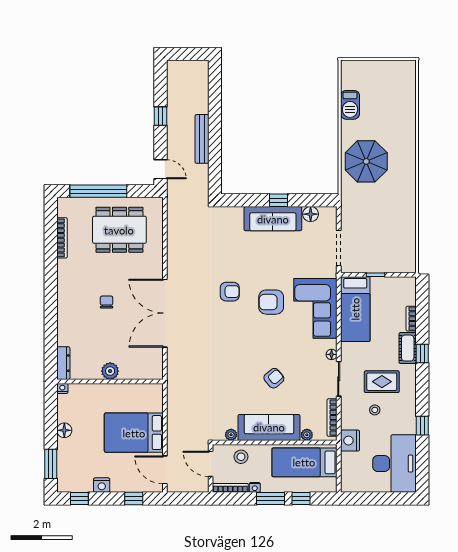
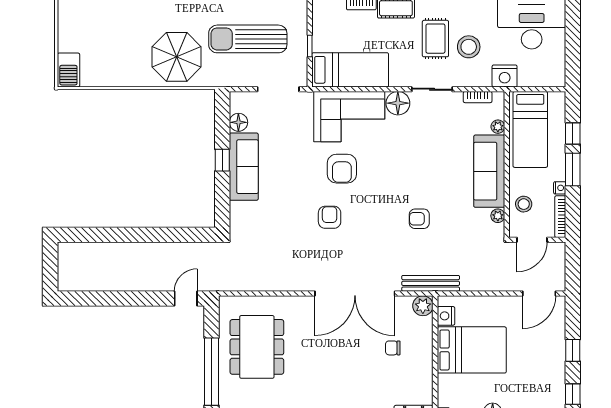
barbecue: (350, 105) -> (68, 70), moved, turned 90
window: (161, 116) -> (123, 299), removed
bench: (202, 139) -> (431, 283), moved
sun lounger: (381, 222) -> (248, 39), added
chair: (107, 302) -> (393, 348), moved
floor lamp: (332, 354) -> (398, 103), width x1.89, depth x1.89
plant: (110, 371) -> (423, 306), moved
armchair: (274, 378) -> (419, 219), moved, turned -50
stool: (375, 410) -> (469, 47), width x1.89, depth x1.89
bookcase: (332, 418) -> (478, 97), width x0.64
bed: (134, 433) -> (472, 350), moved, turned -90
nightstand: (102, 485) -> (446, 316), moved, turned 180
window: (134, 499) -> (573, 350), moved

